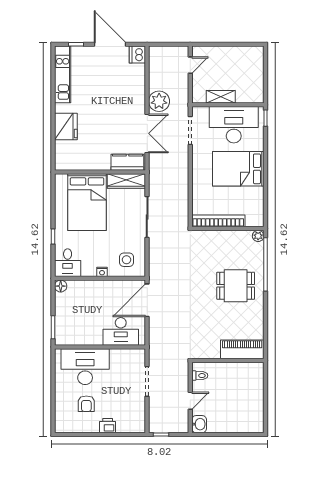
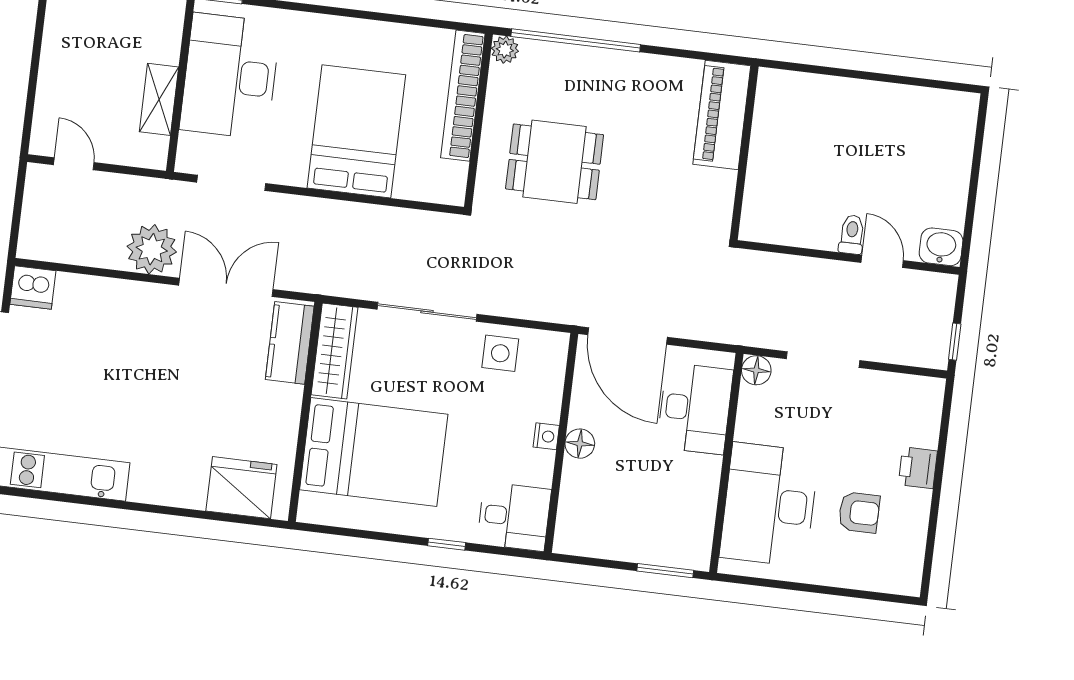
fridge: (66, 127) -> (241, 488), moved
bed: (238, 169) -> (356, 131), moved, turned 180
bookcase: (218, 221) -> (463, 96), moved
side table: (127, 260) -> (500, 353), moved
floor lamp: (61, 286) -> (580, 444), moved
dining table: (236, 286) -> (555, 162), moved, turned 90
piano: (242, 349) -> (722, 115), moved
floor lamp: (139, 355) -> (756, 370), added
wall: (228, 360) -> (744, 153), moved
toilet: (200, 376) -> (852, 235), moved

